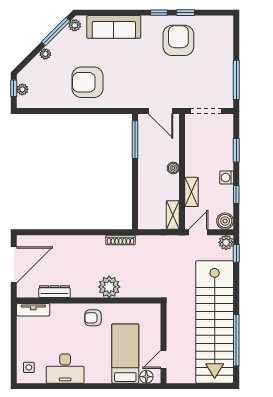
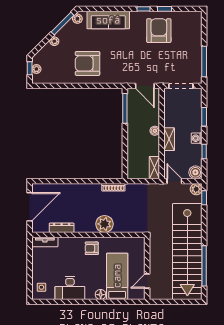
shelving: (192, 192) -> (169, 139), moved
door: (198, 232) -> (174, 181), hinge flipped
floor lamp: (146, 377) -> (101, 295), moved

